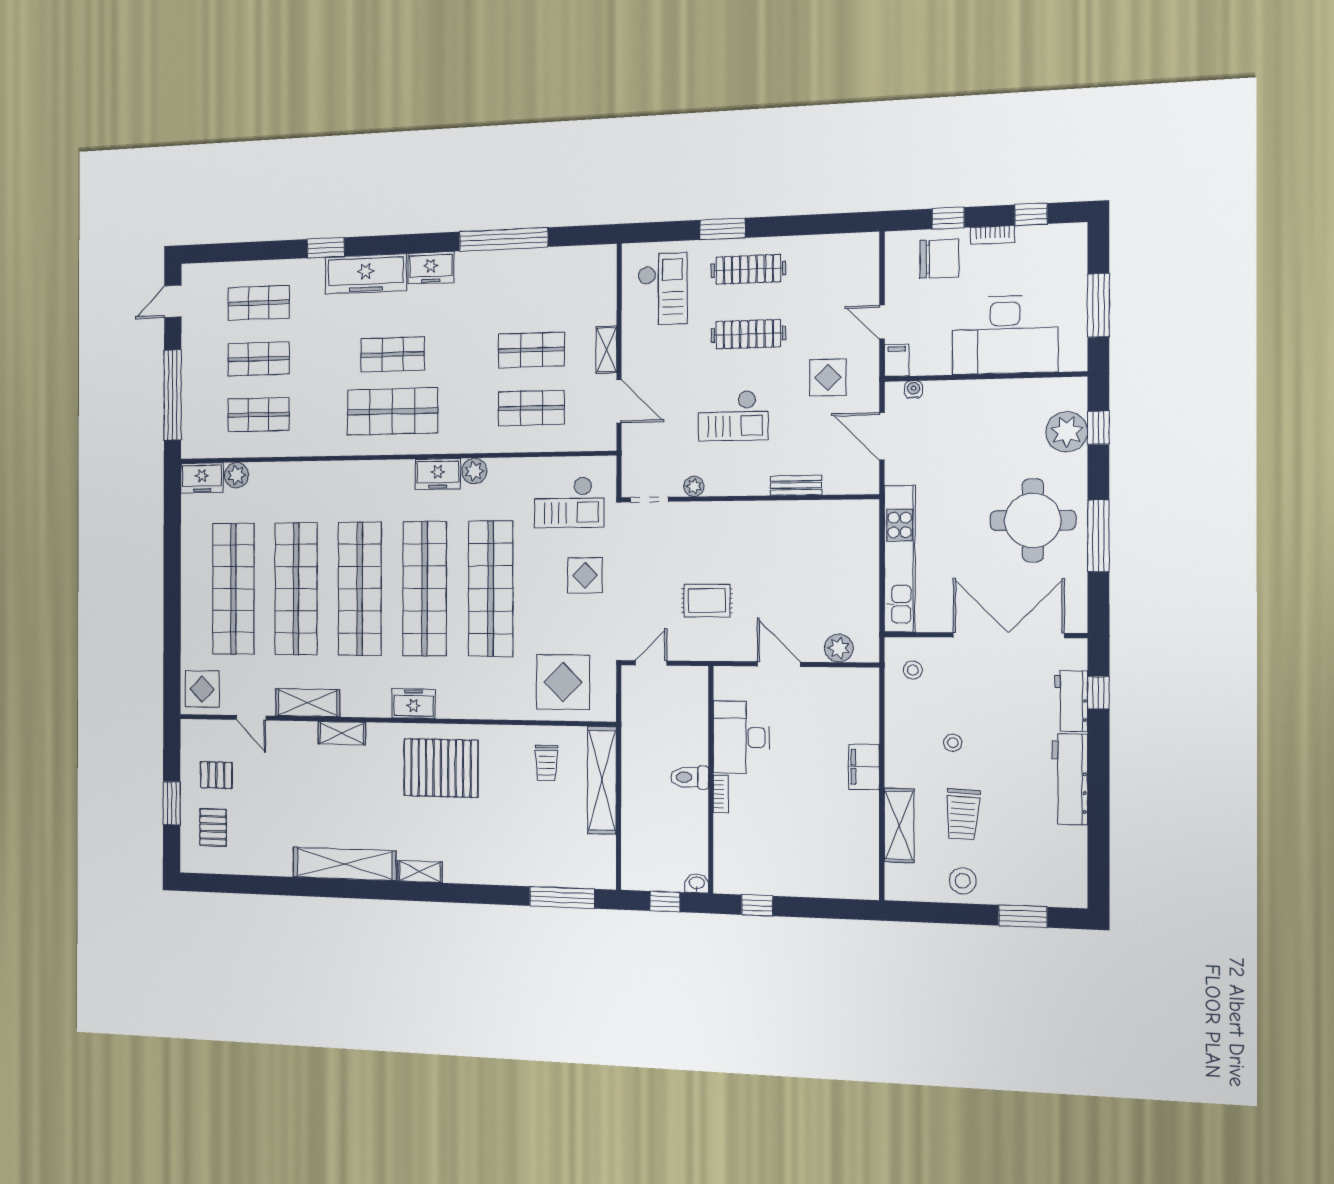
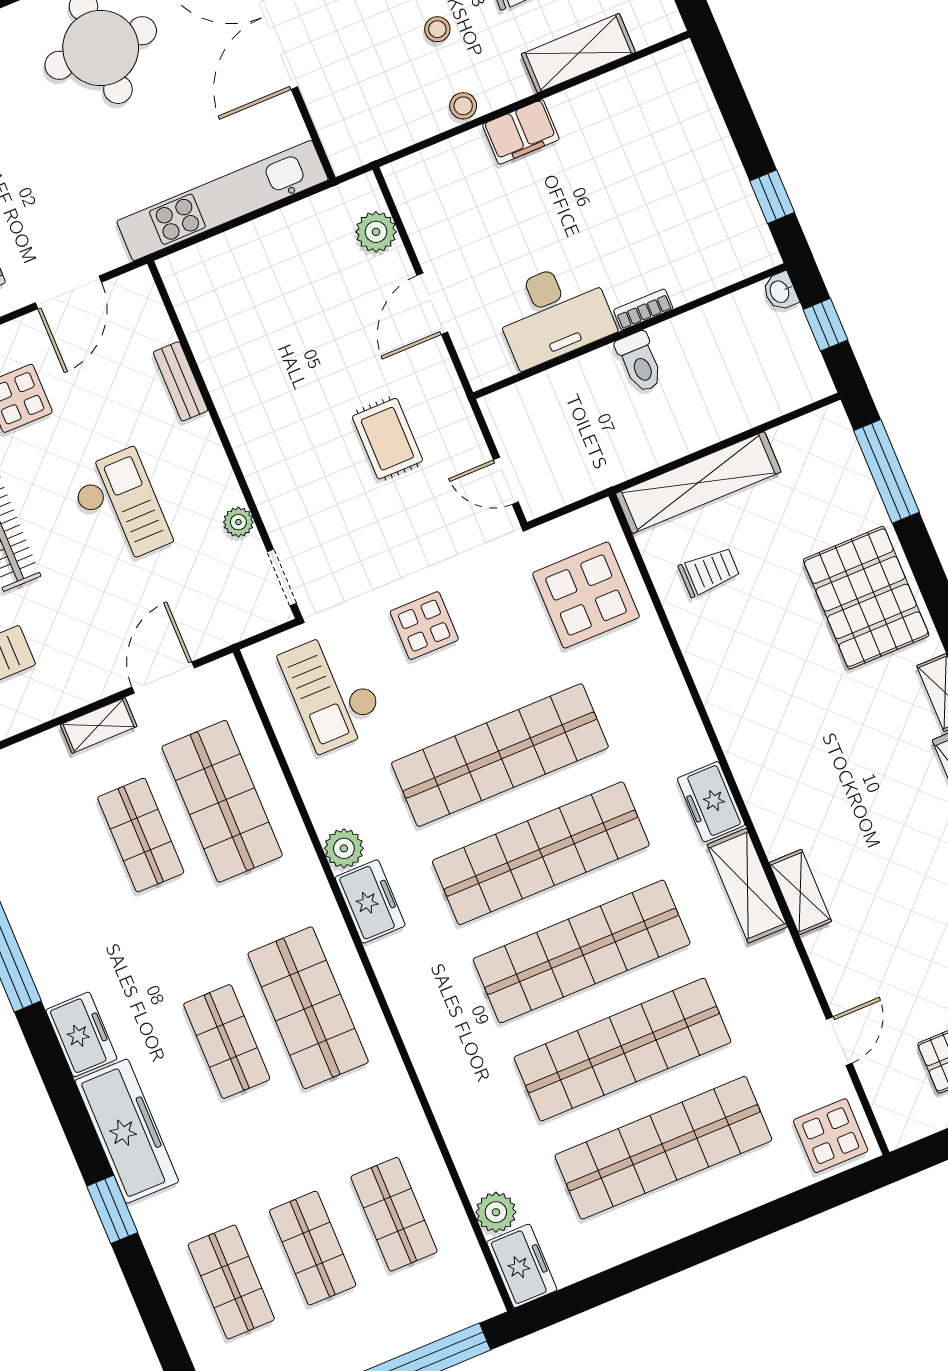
shop shelf: (531, 408) -> (222, 801), width x1.43, depth x1.36
checkout: (569, 502) -> (332, 691), turned 180
stool: (913, 670) -> (463, 106), moved
shelving: (308, 703) -> (747, 886), moved
pallet: (441, 768) -> (866, 598), moved

